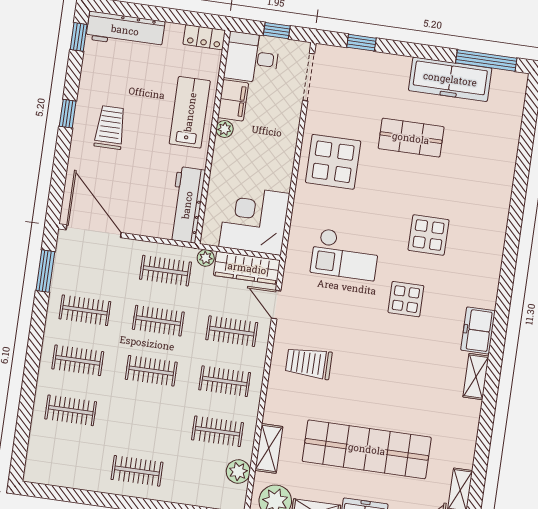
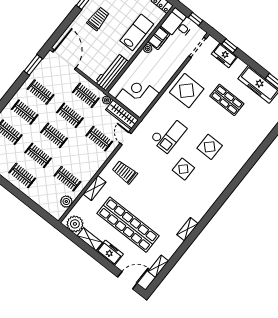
checkout: (345, 254) -> (168, 134), turned -90
freezer: (478, 330) -> (224, 55), moved, turned -90
shelving: (476, 377) -> (187, 229), moved
clothes rail: (225, 381) -> (38, 155), moved
shelving: (269, 448) -> (94, 188), moved

